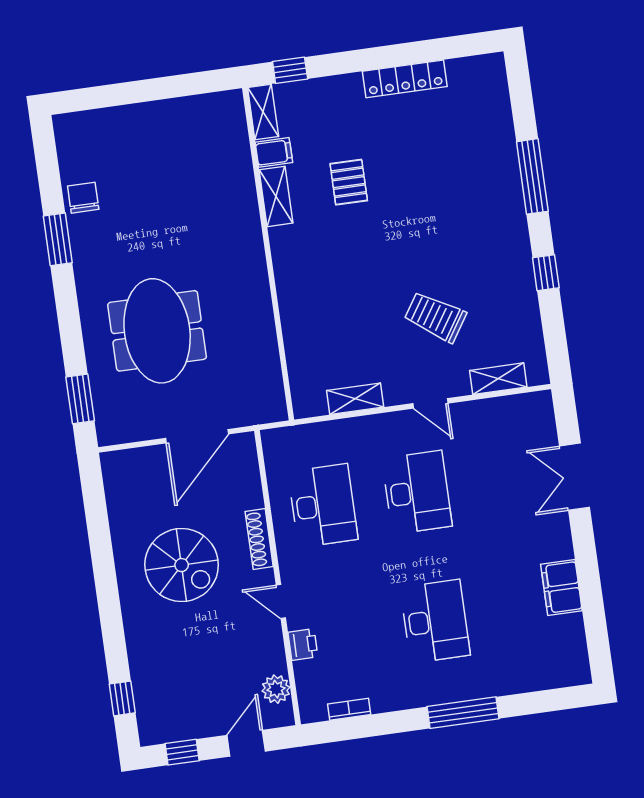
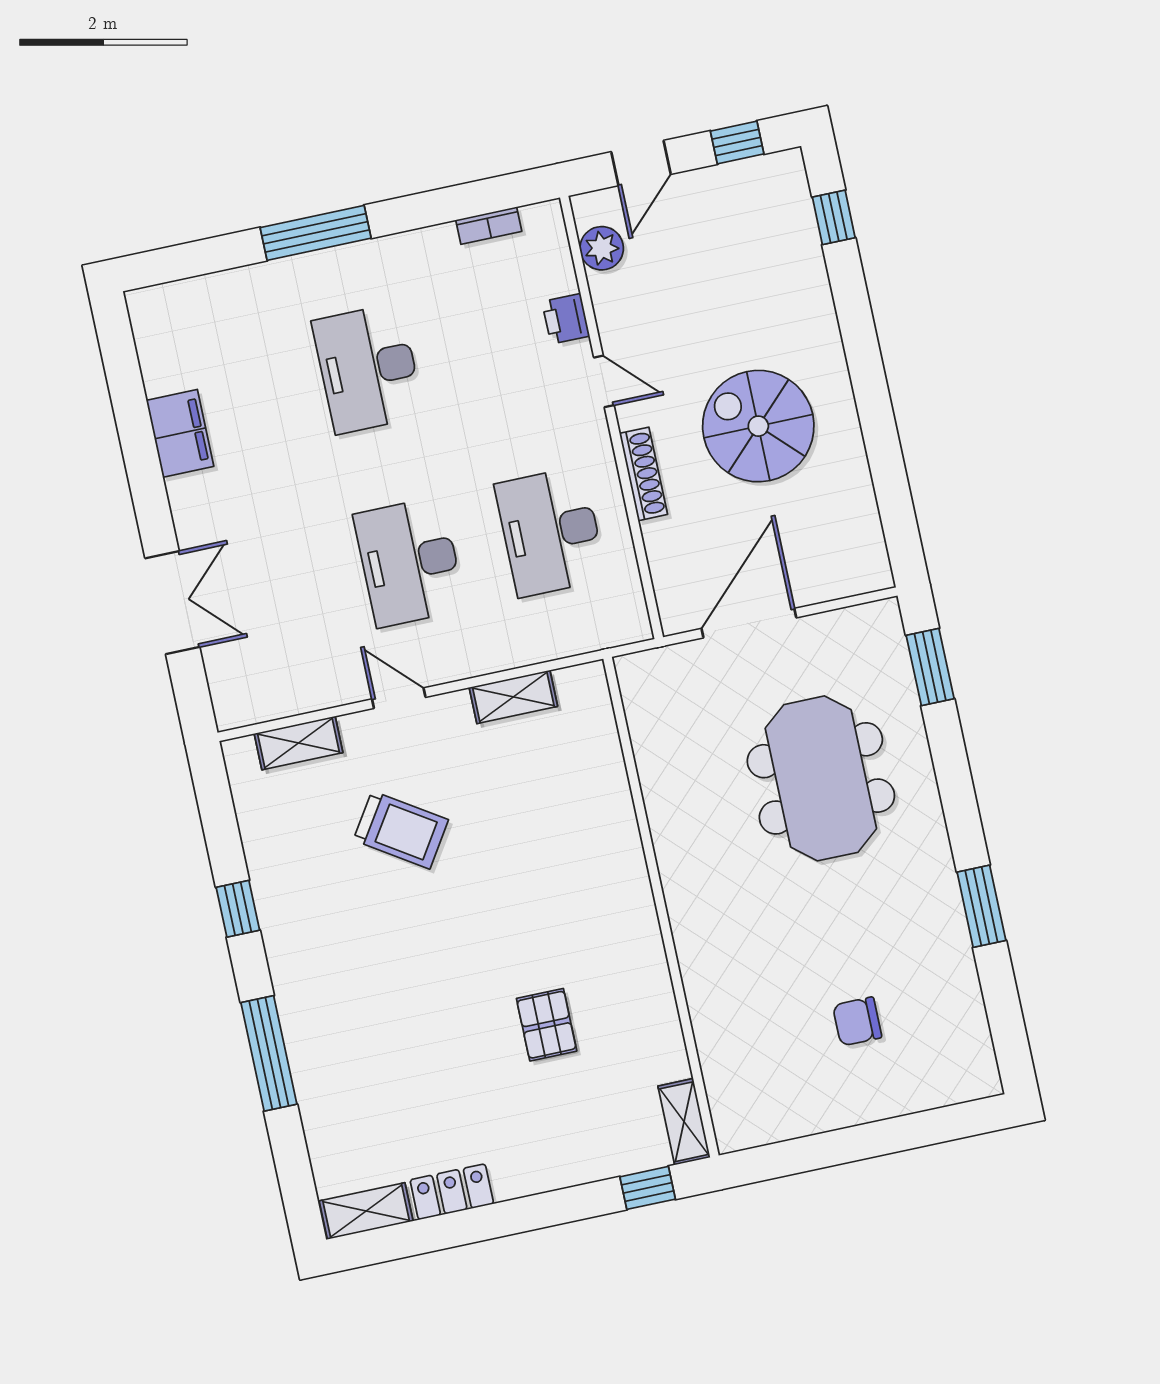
locker: (405, 79) -> (452, 1192), width x0.66
filing cabinet: (274, 152) -> (663, 1062), removed
shelving: (276, 196) -> (366, 1211), moved, turned 90
chair: (83, 198) -> (857, 1021), moved, turned 90

